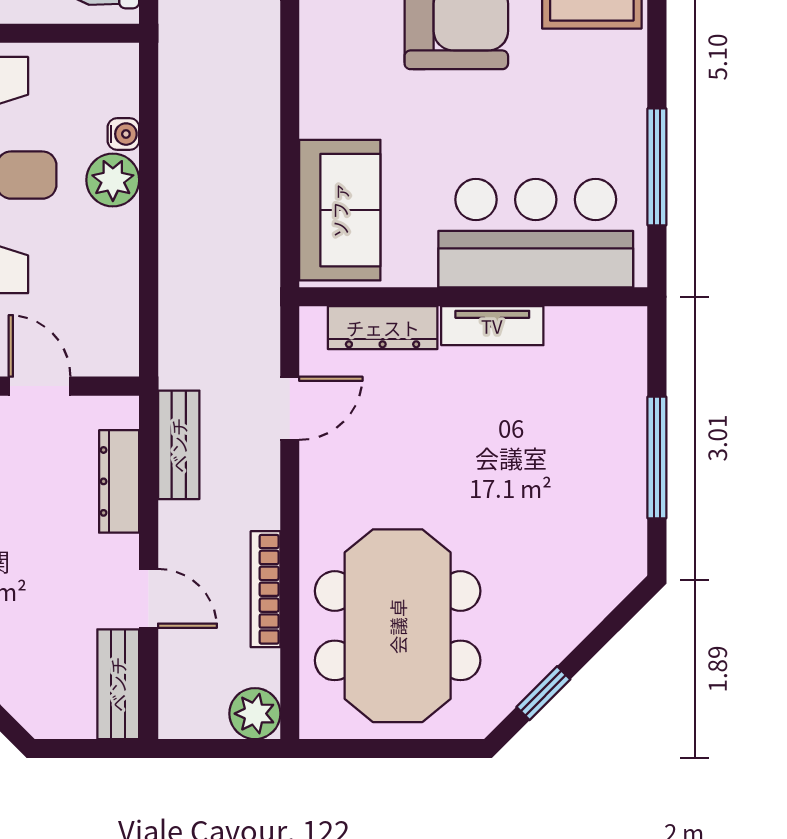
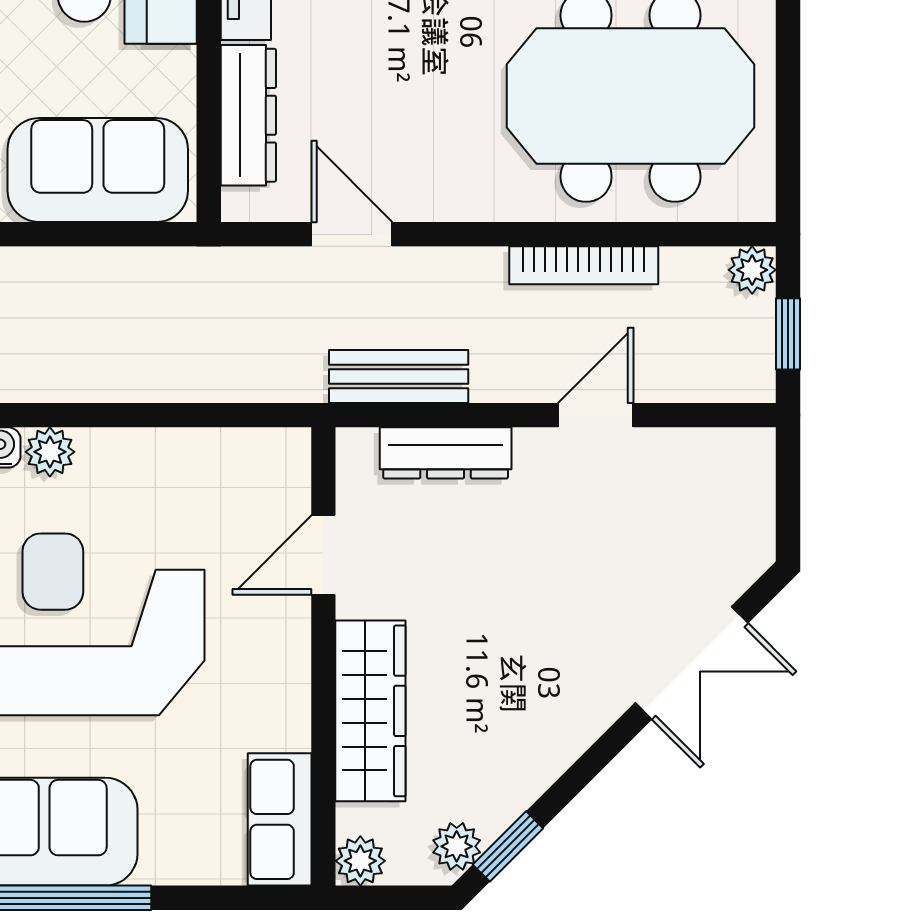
plant: (113, 180) -> (50, 452), width x0.73, depth x0.73
bench: (118, 684) -> (706, 454), removed
plant: (255, 714) -> (752, 270), width x0.73, depth x0.73
window: (212, 748) -> (788, 334), added

